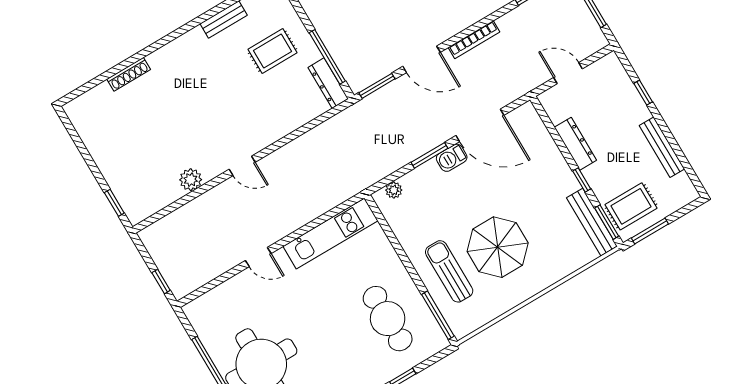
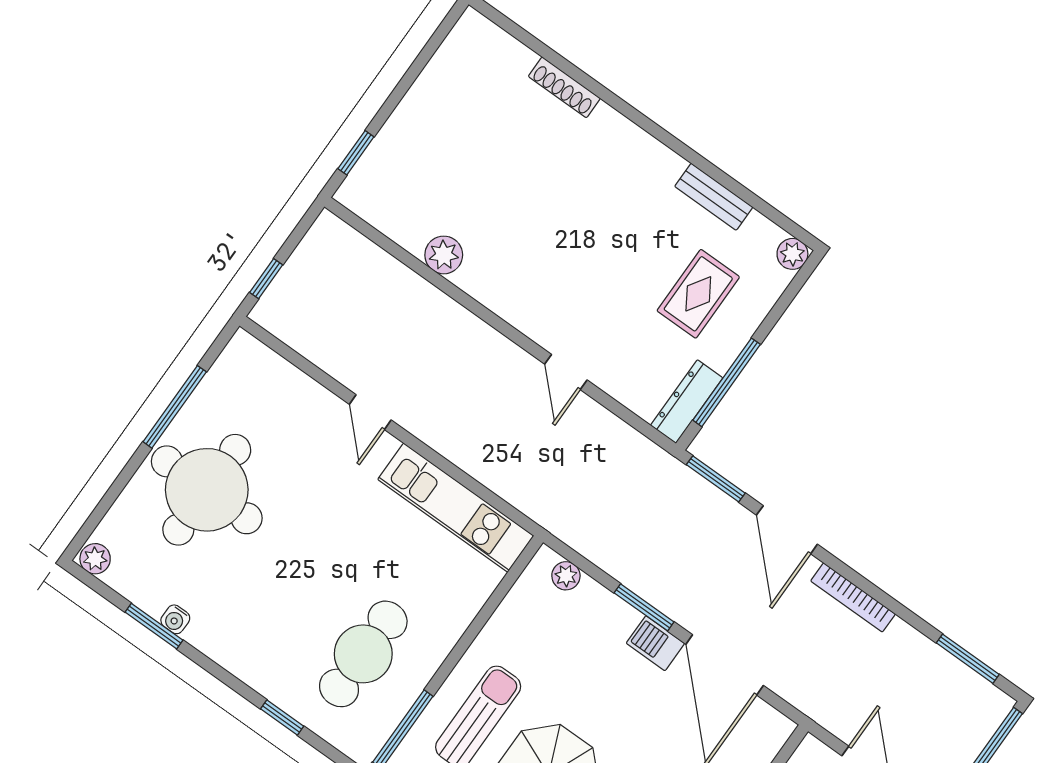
rug: (273, 51) -> (698, 294), turned 90
door: (242, 166) -> (566, 372), moved

